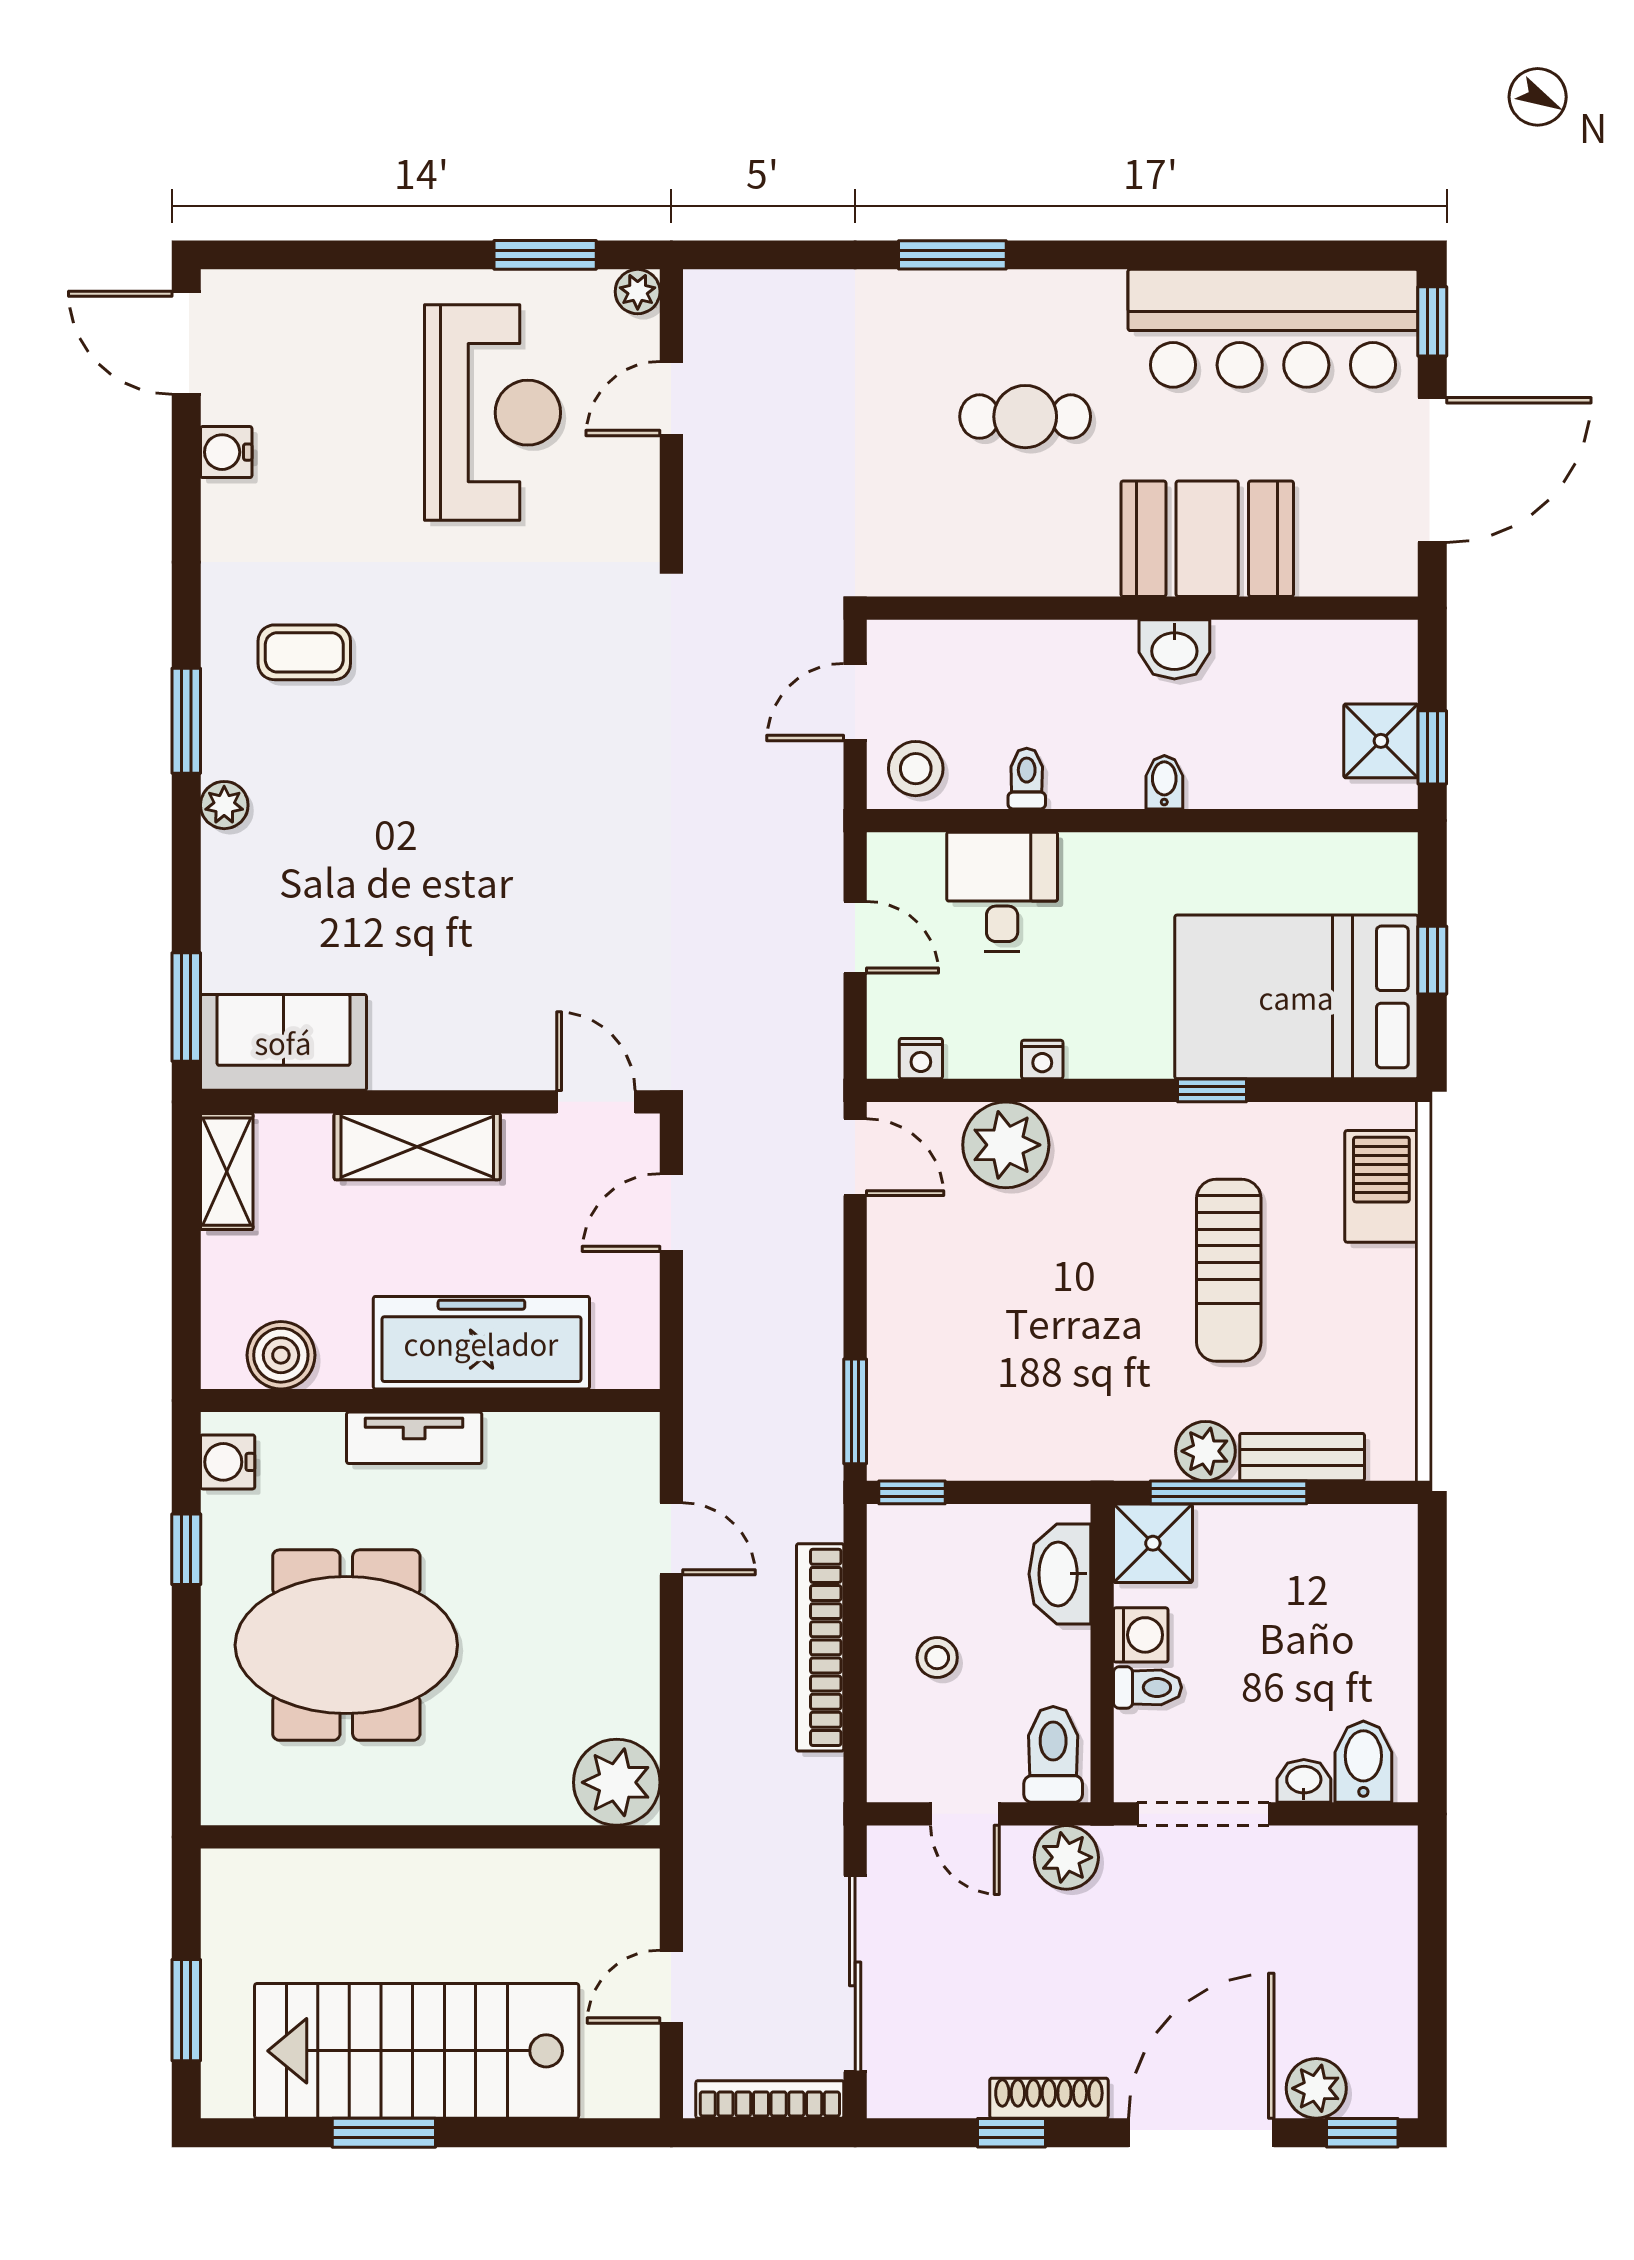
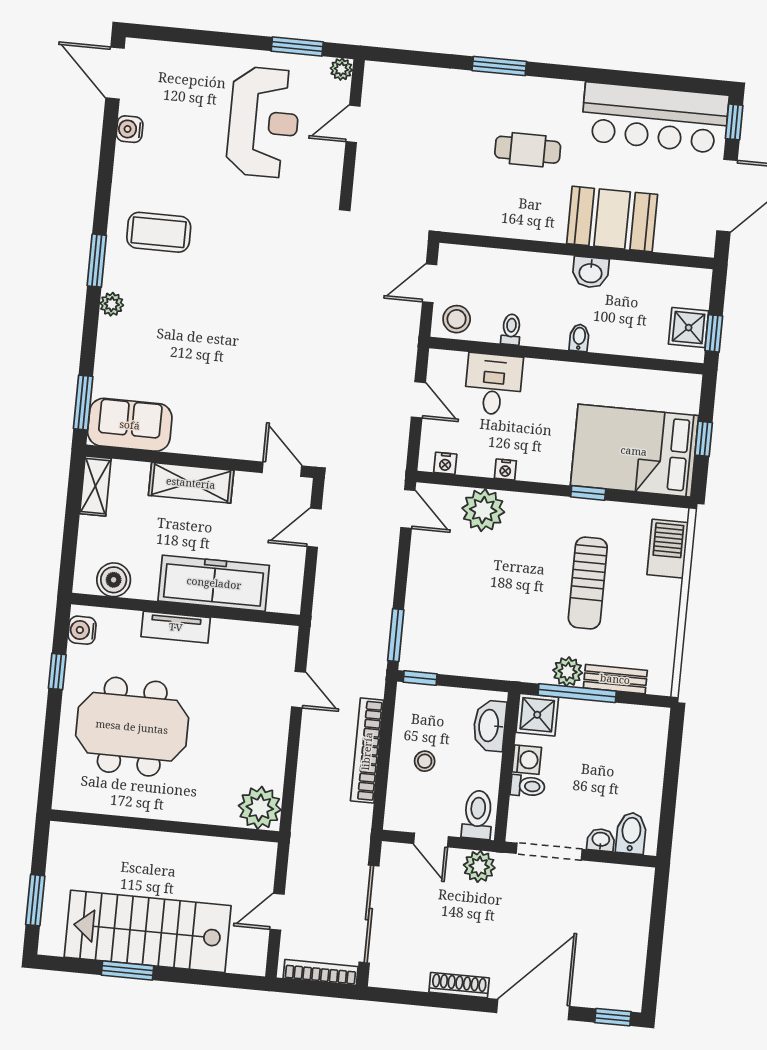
coffee table: (304, 652) -> (159, 232), width x1.36, depth x1.30
plant: (1316, 2088) -> (592, 993), removed
window: (1011, 2133) -> (439, 1000), removed

